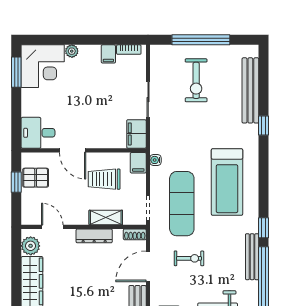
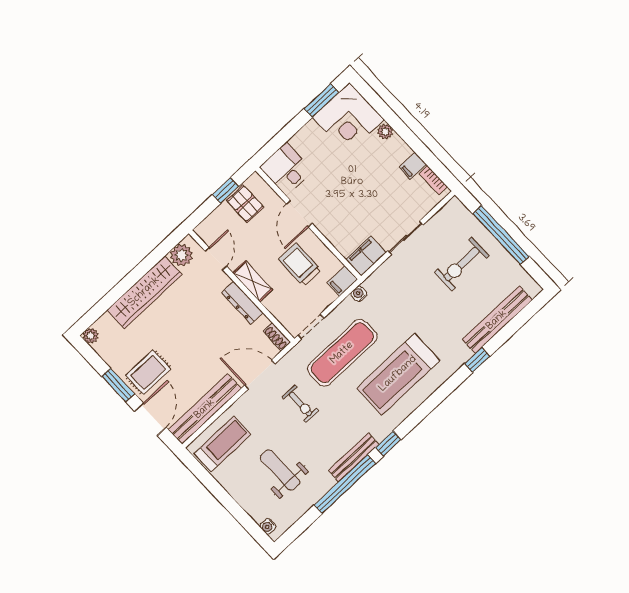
shelving: (106, 217) -> (253, 281), moved

